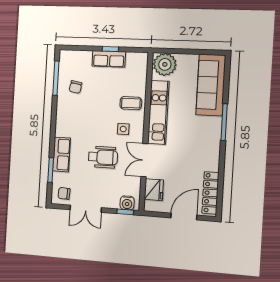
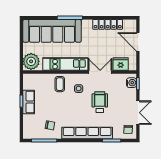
sofa: (211, 85) -> (52, 31), width x1.36, depth x1.27
row of seats: (61, 155) -> (87, 133), width x2.02
double door: (144, 160) -> (100, 72), swing flipped
locker: (210, 193) -> (108, 24), moved

